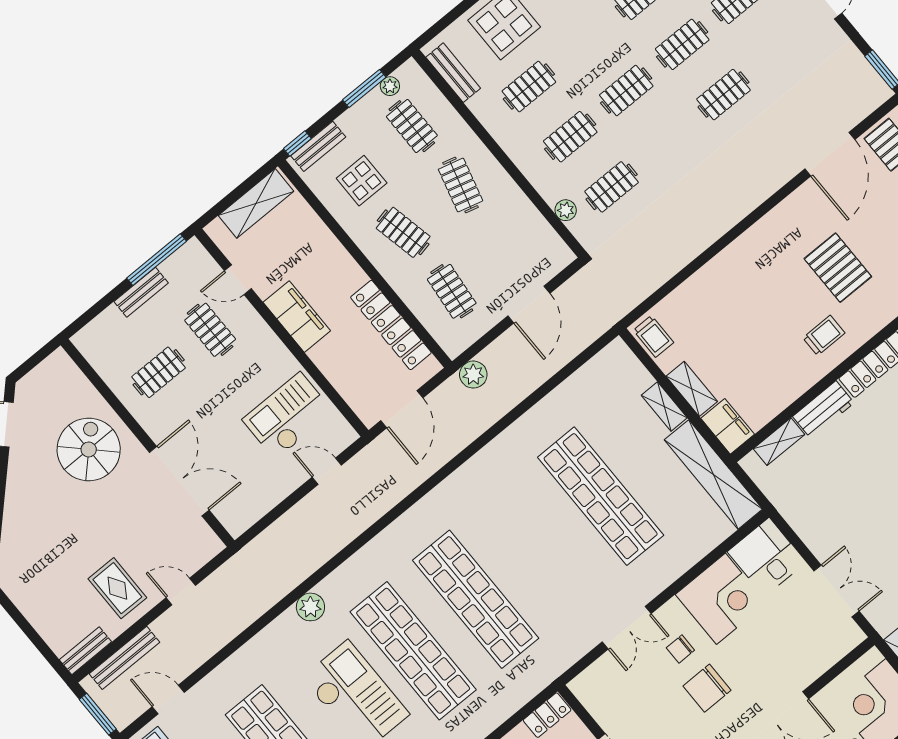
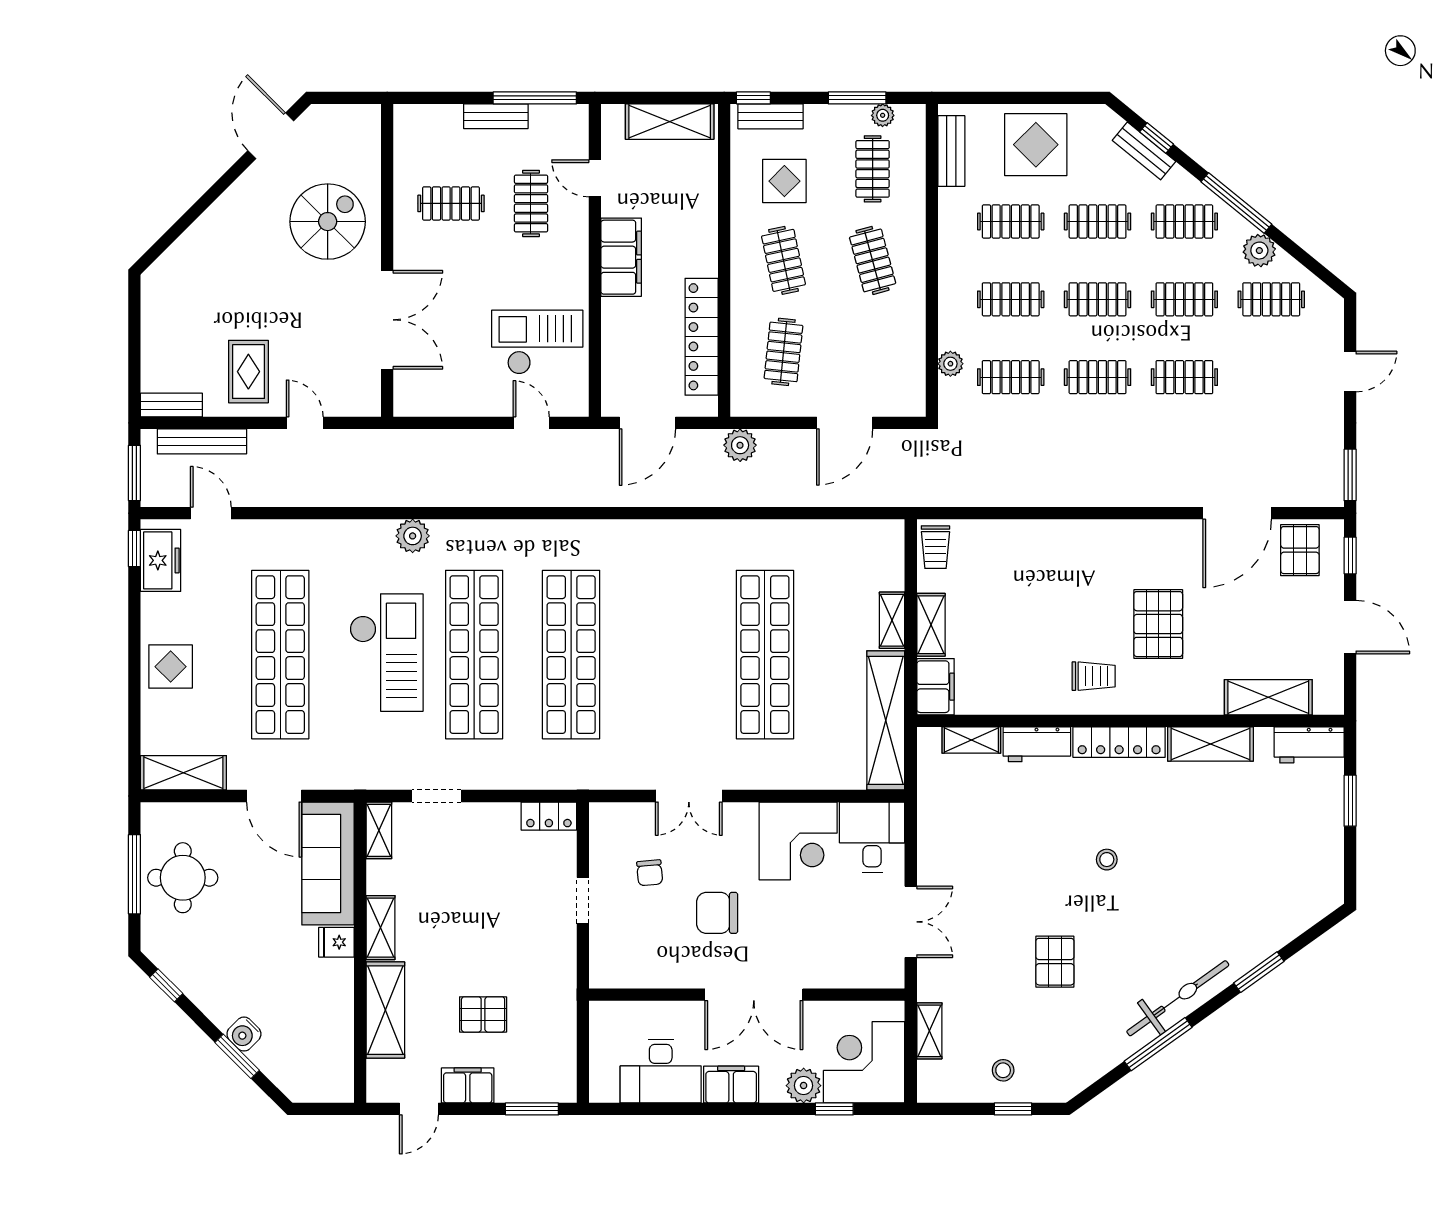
clothes rail: (585, 40) -> (1098, 221), added
clothes rail: (668, 141) -> (1098, 377), added
clothes rail: (461, 185) -> (873, 260), turned -30
chair: (680, 649) -> (650, 873), moved, turned -95

